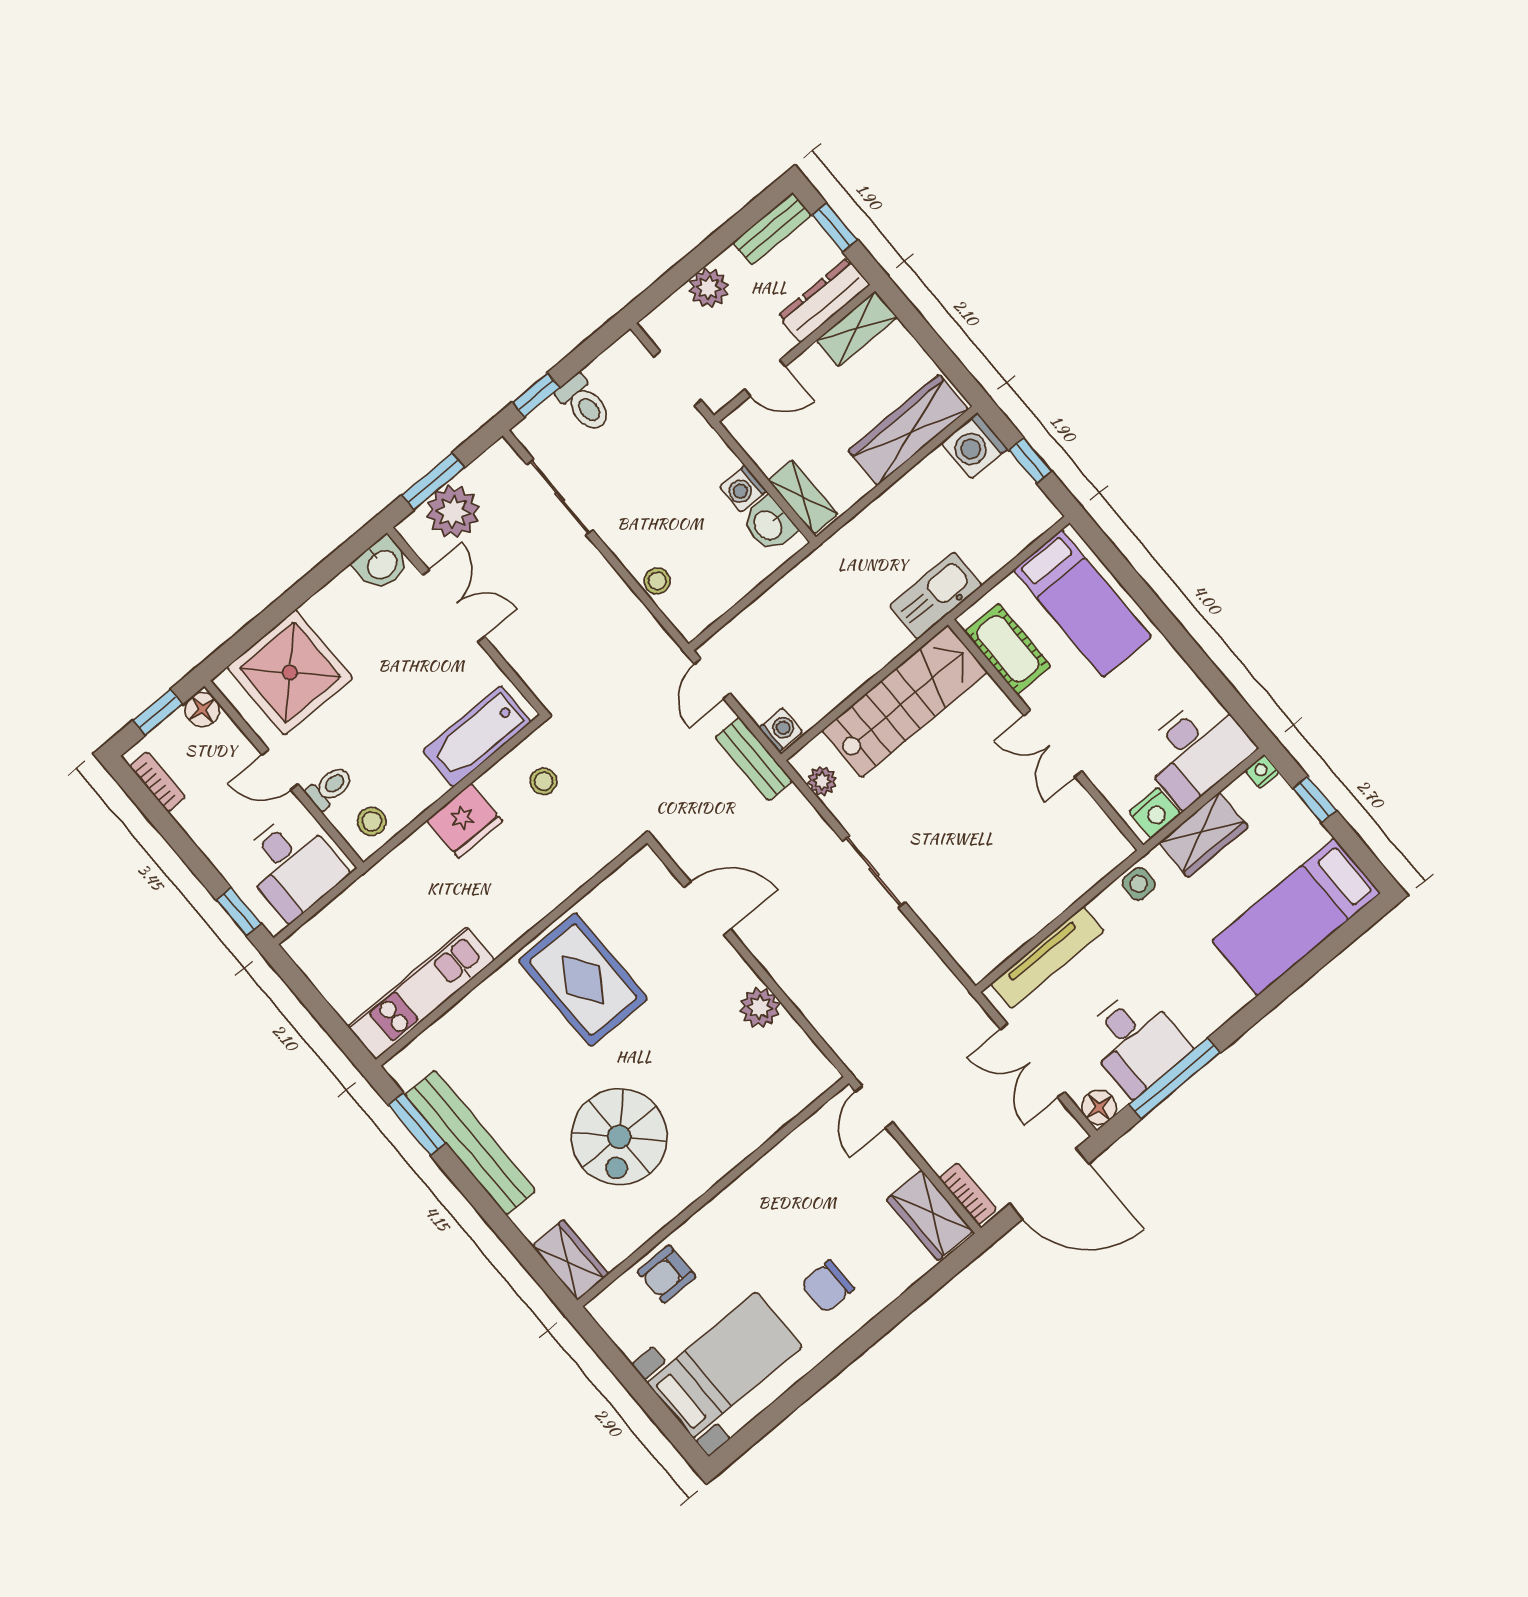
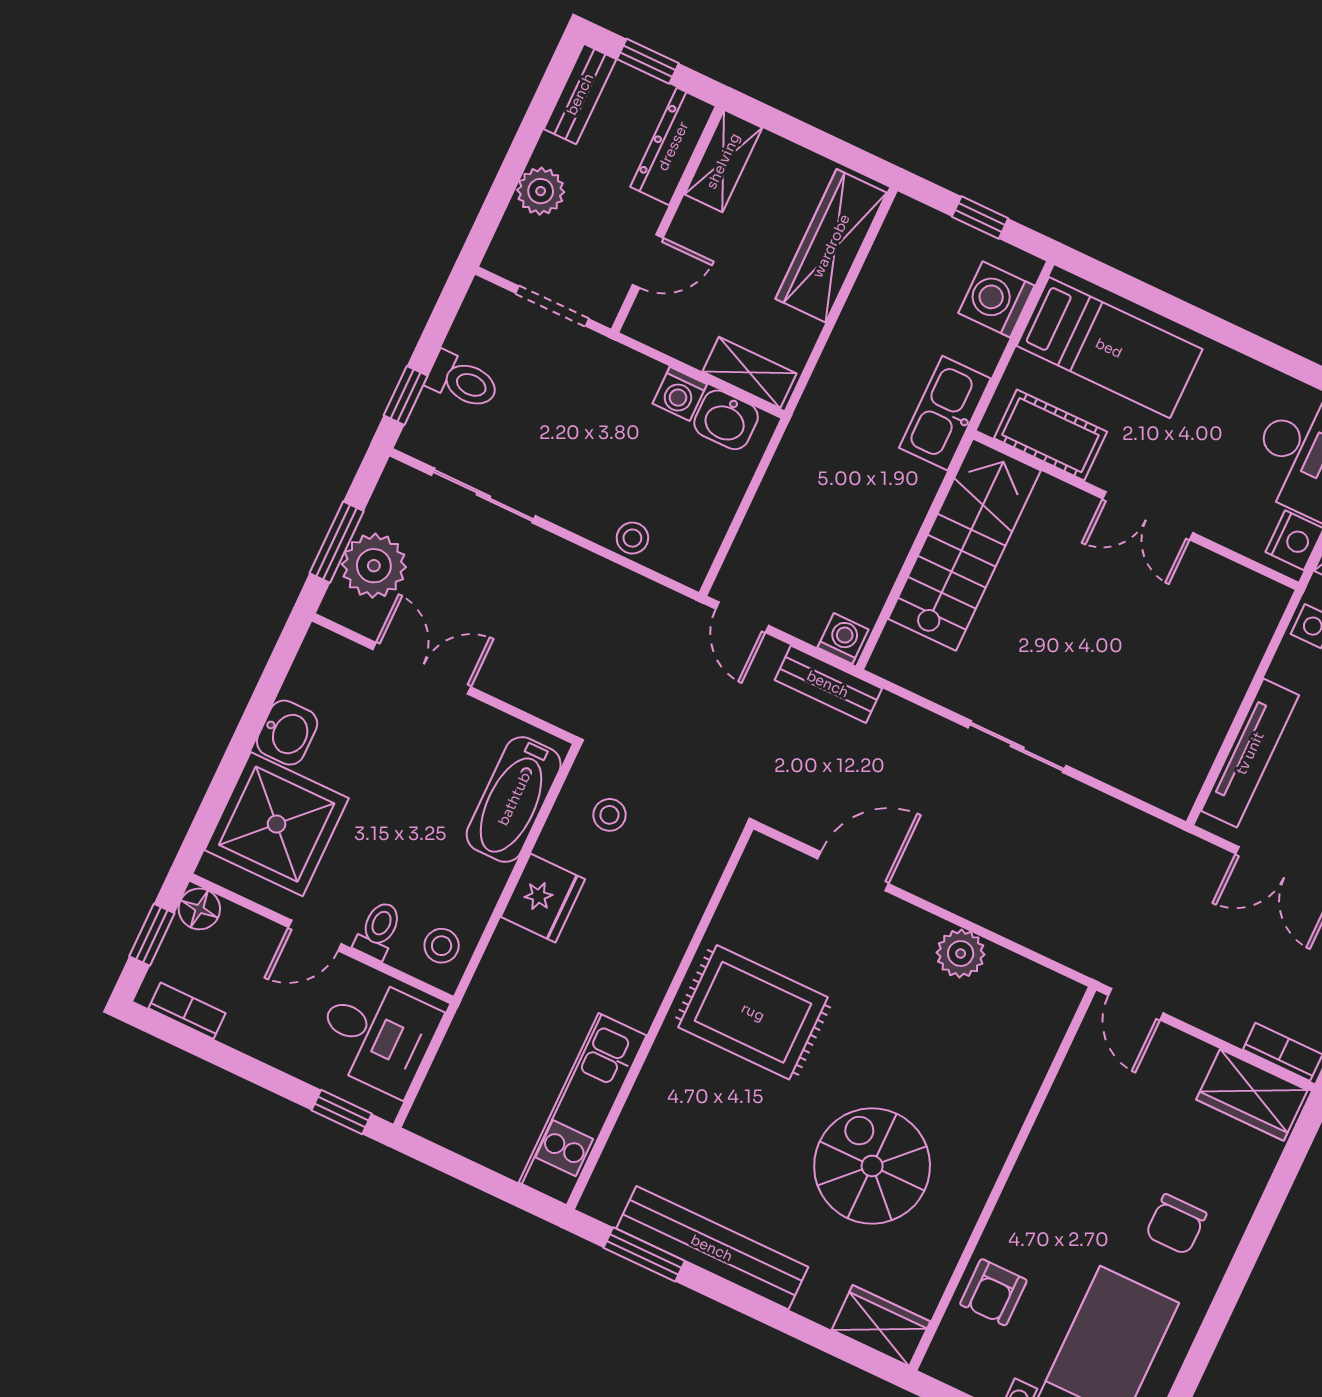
washing machine: (974, 446) -> (996, 299), moved, turned 90
washbasin: (381, 564) -> (287, 733), moved
plant: (822, 781) -> (914, 674), removed
spiral stairs: (619, 1137) -> (872, 1166), turned 180

